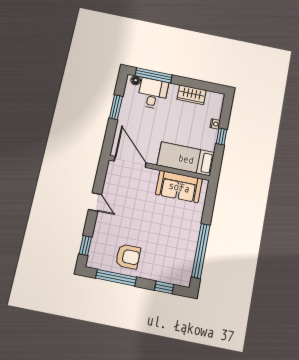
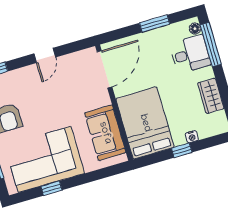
bed: (186, 159) -> (145, 123), width x1.50
corner sofa: (176, 244) -> (45, 159), added
window: (201, 251) -> (51, 188), width x0.32

